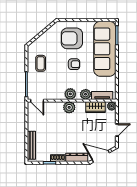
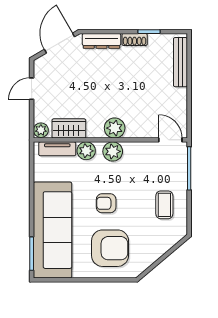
door: (101, 156) -> (59, 43), swing flipped

